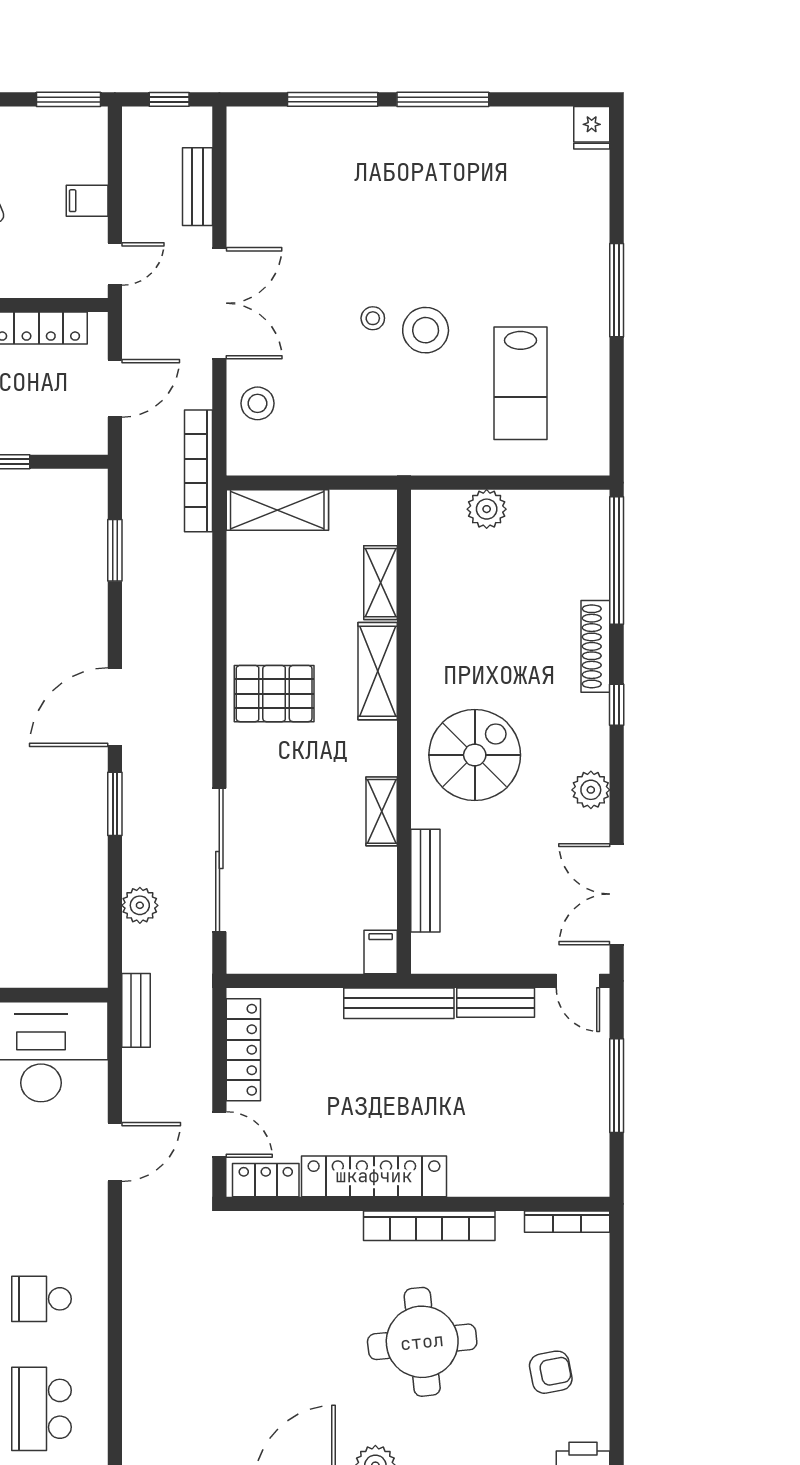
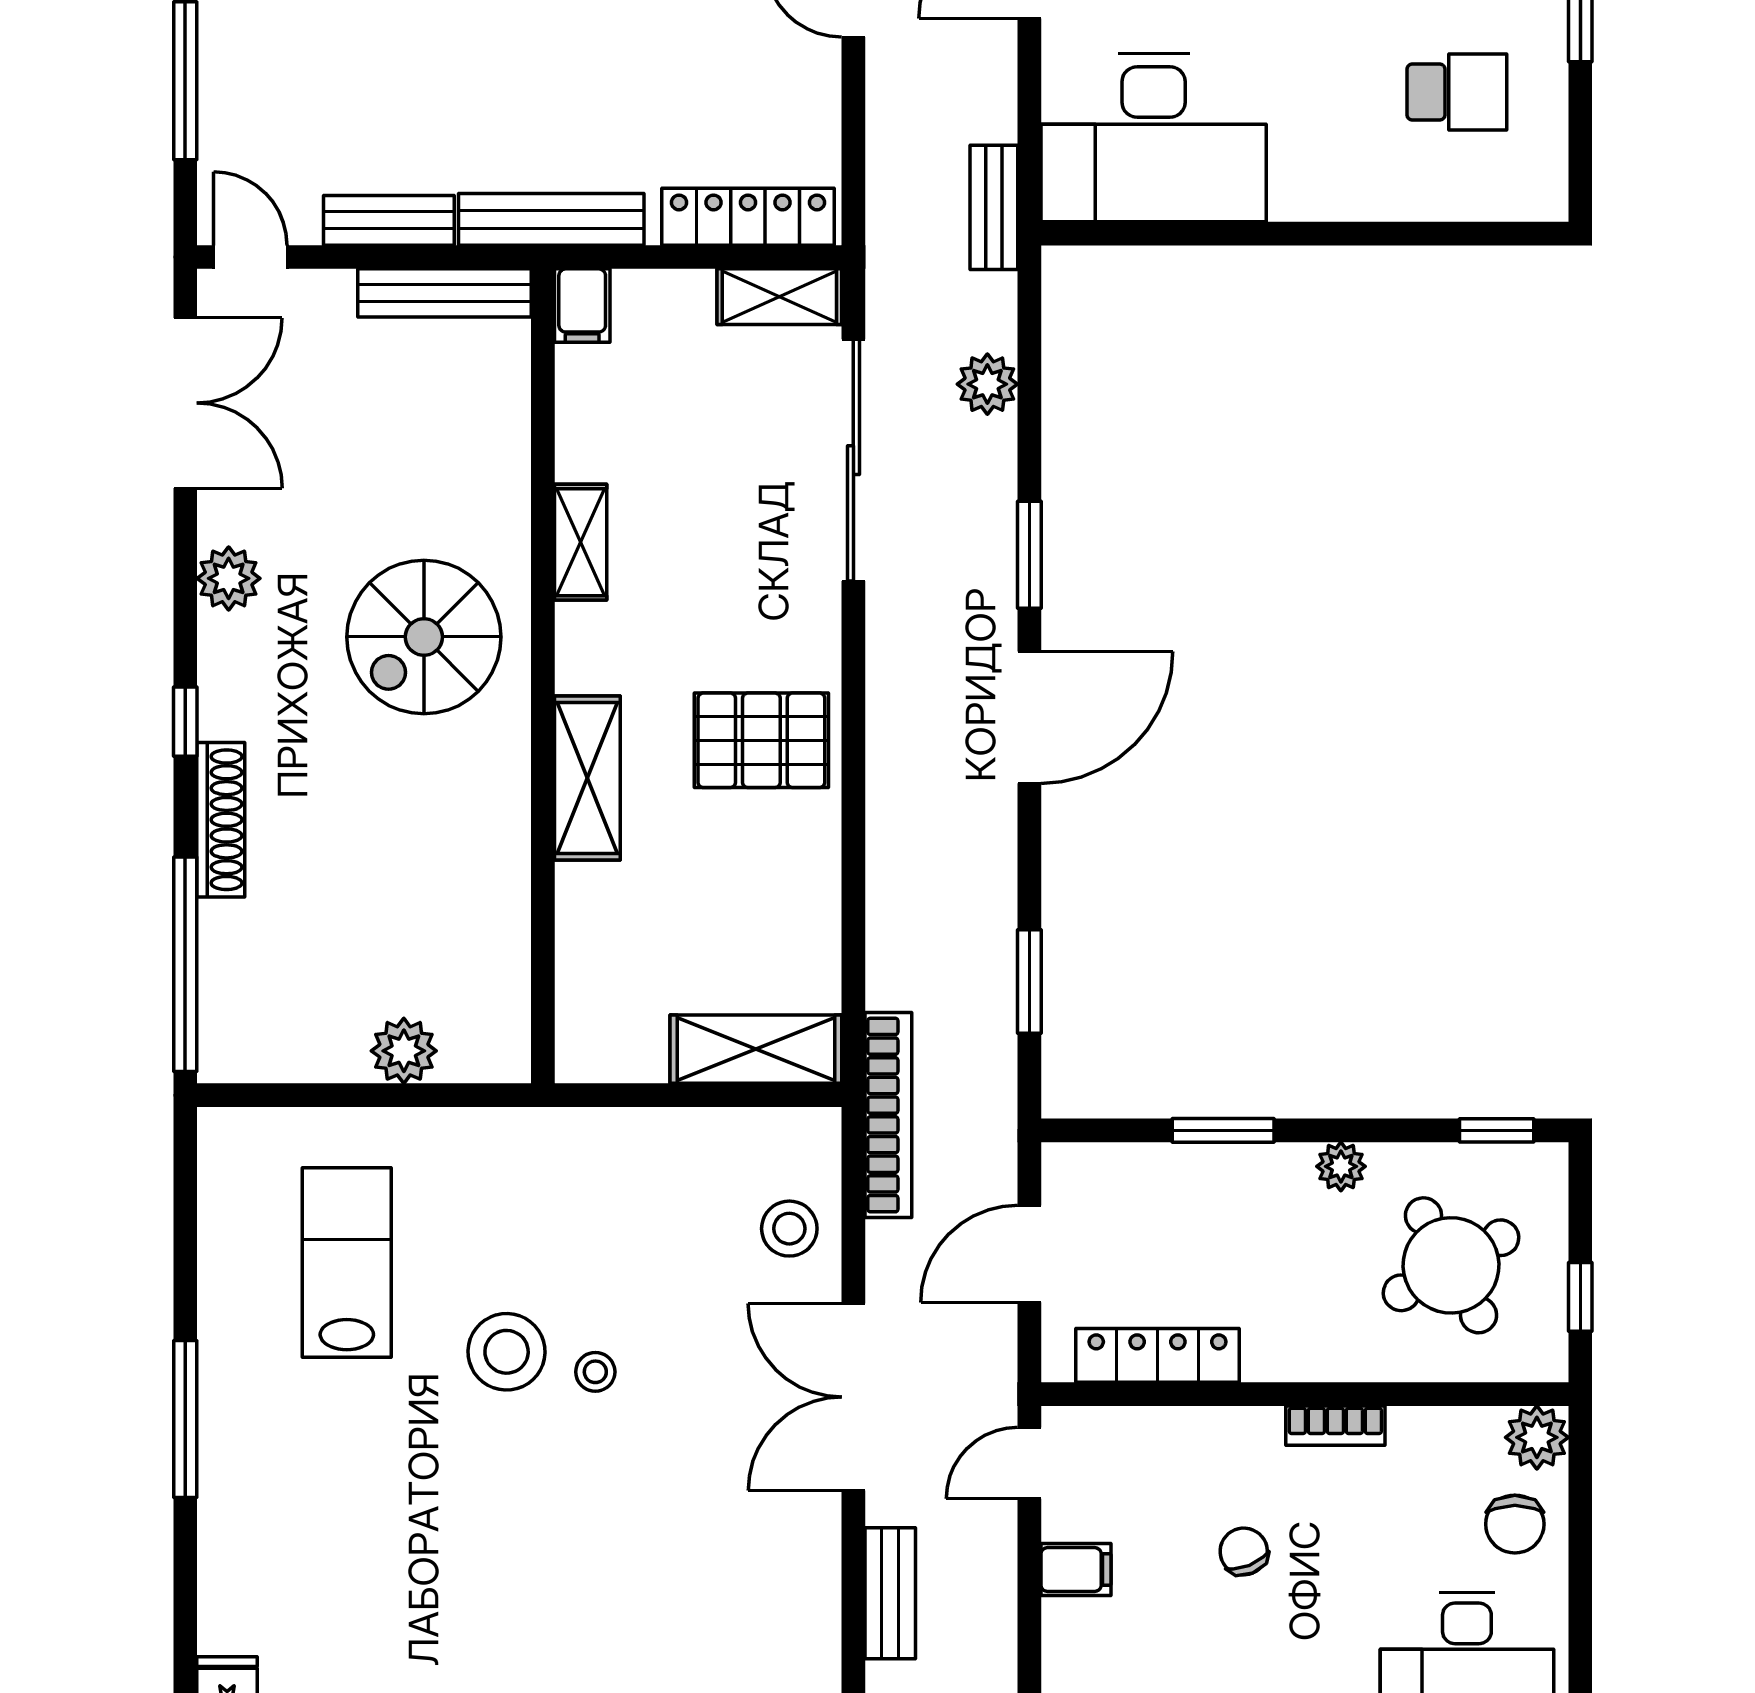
shelving: (380, 583) -> (779, 297), moved, turned 90
bench: (425, 881) -> (444, 293), moved, turned 90
locker: (243, 1050) -> (748, 217), moved, turned 90

